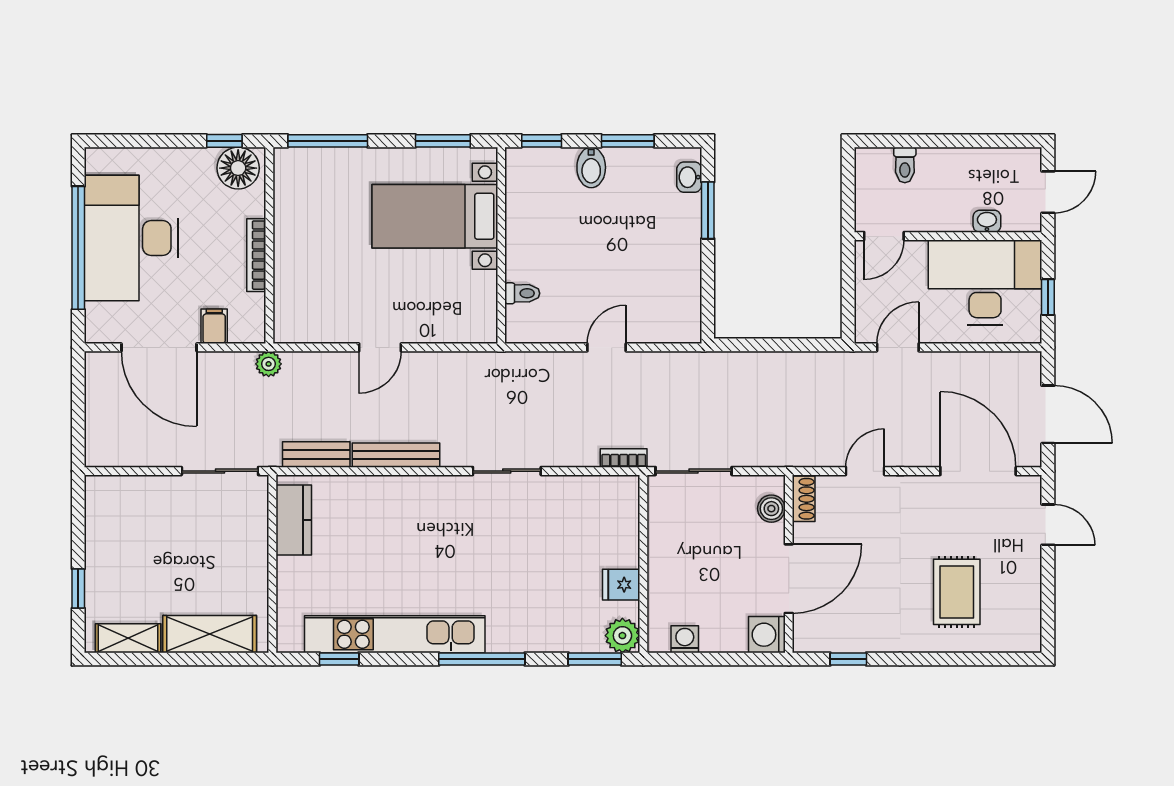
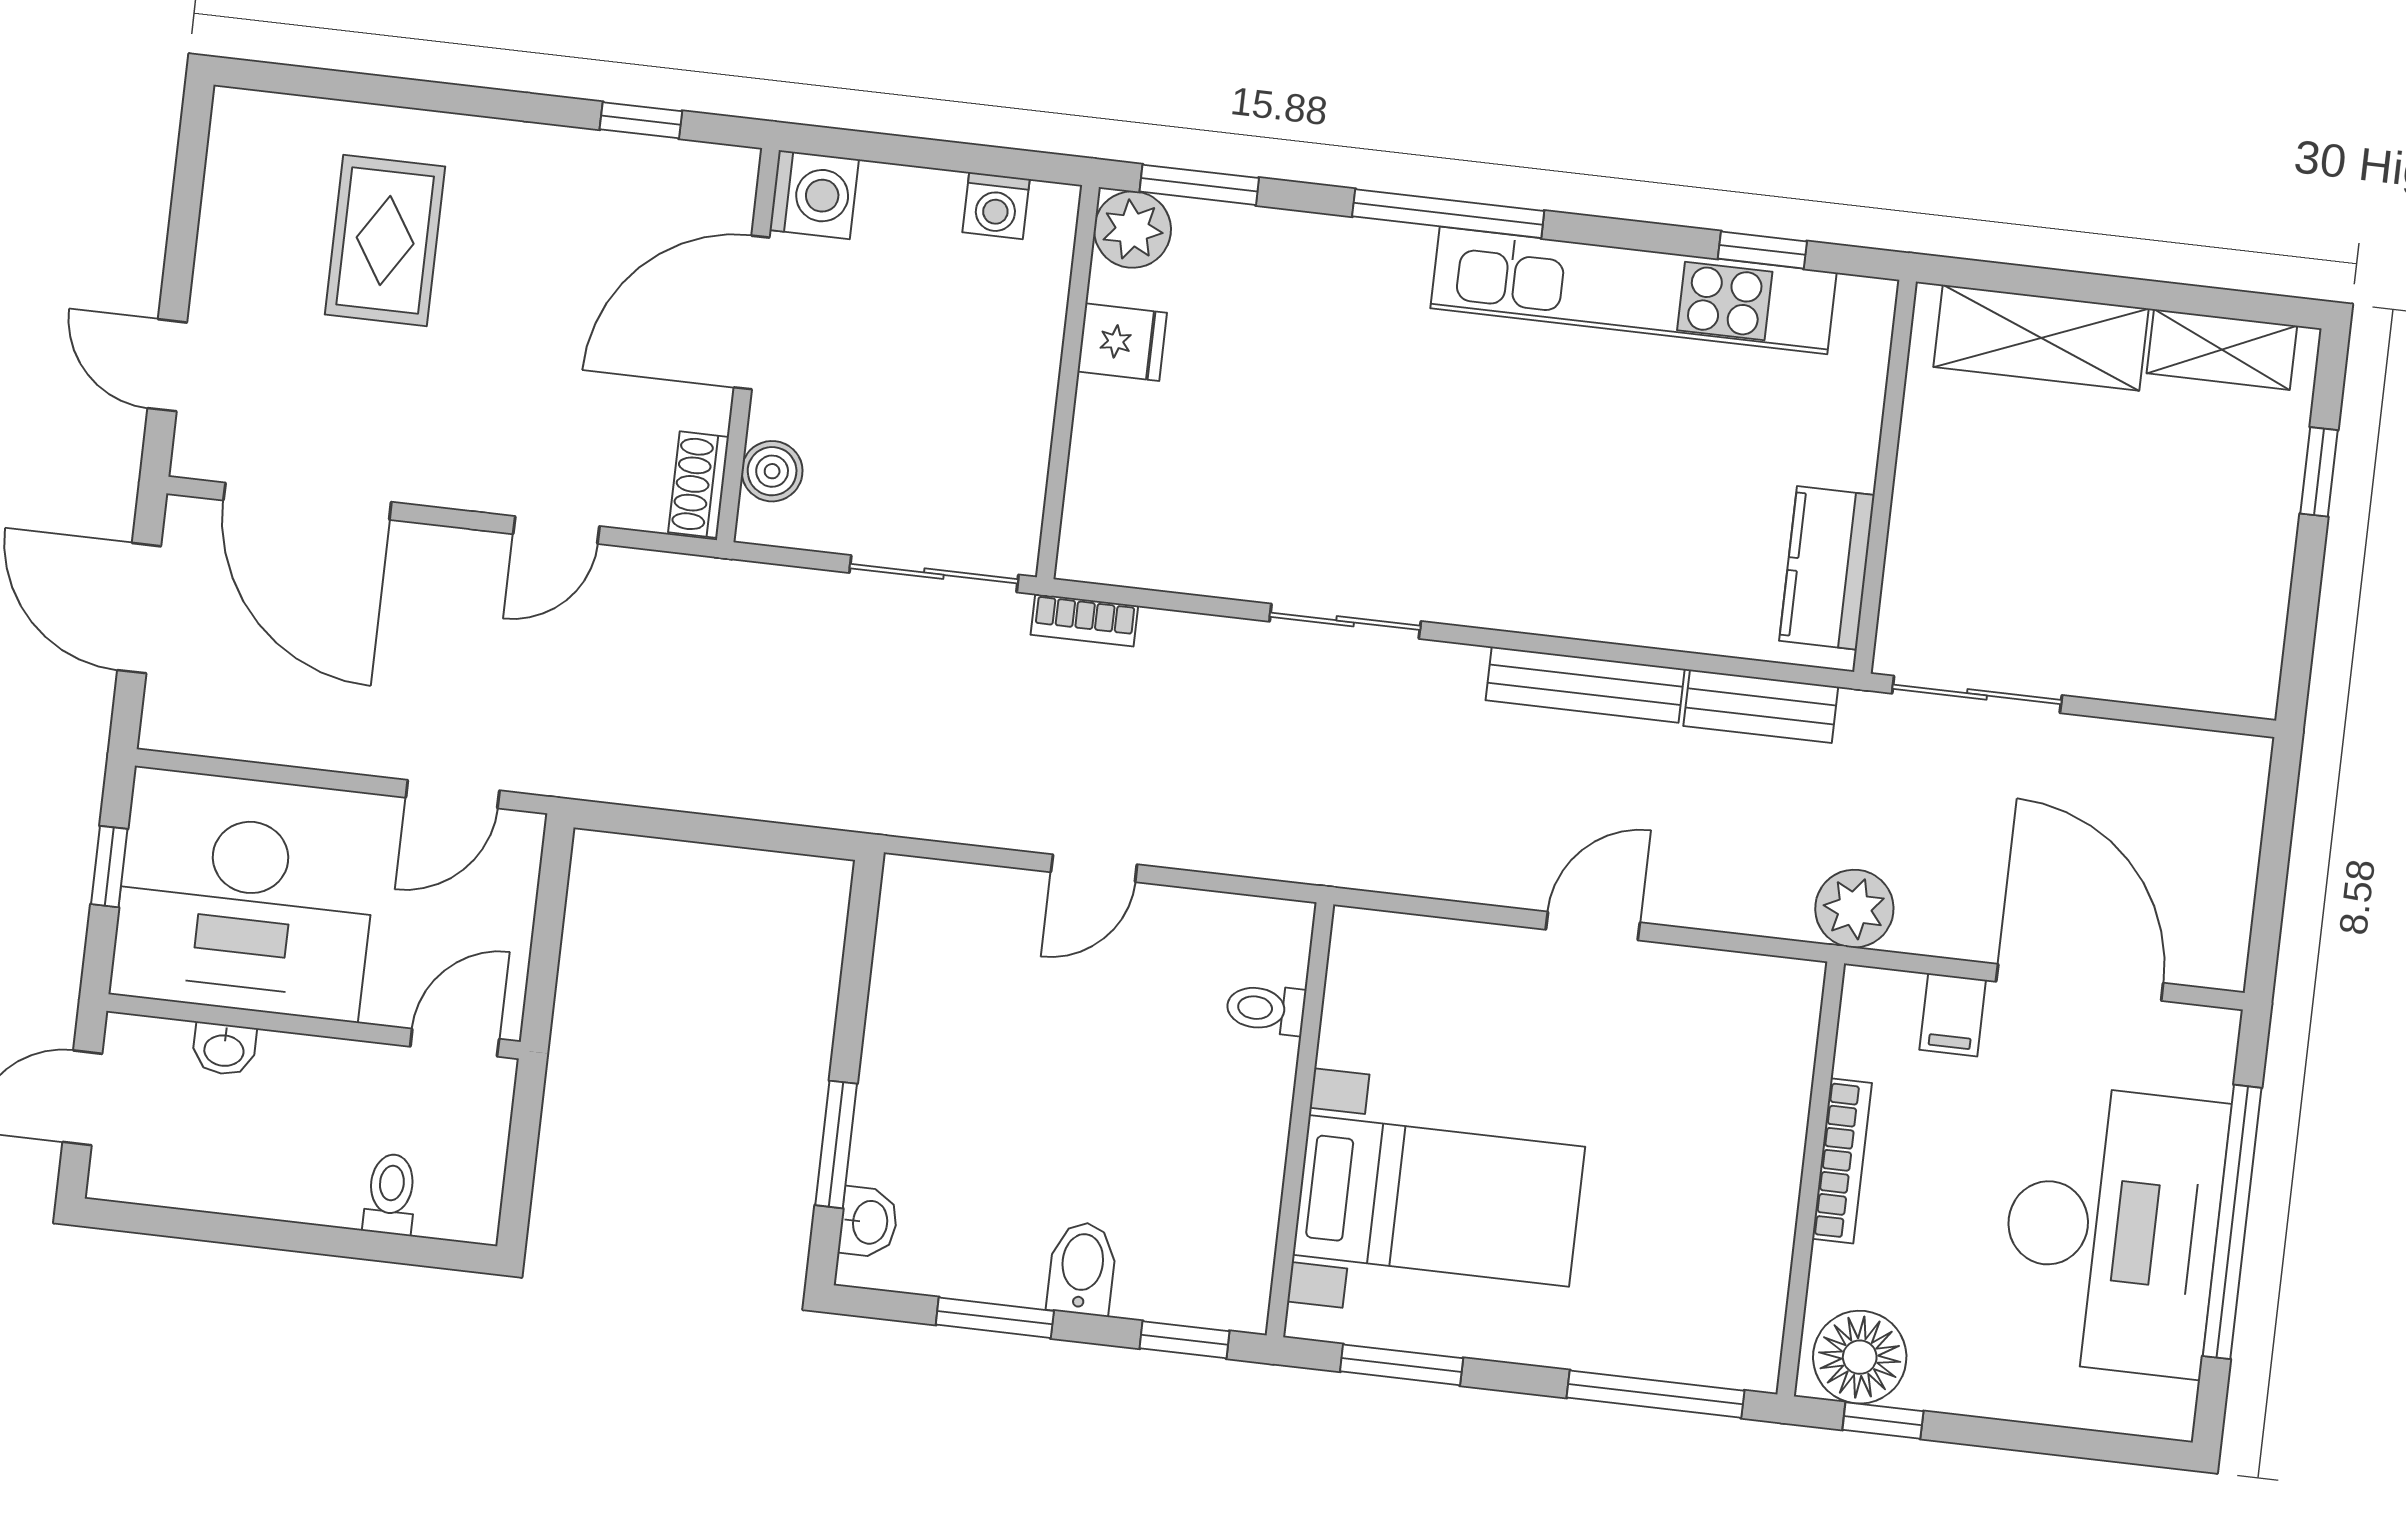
plant: (269, 364) -> (1854, 909), width x1.38, depth x1.38

